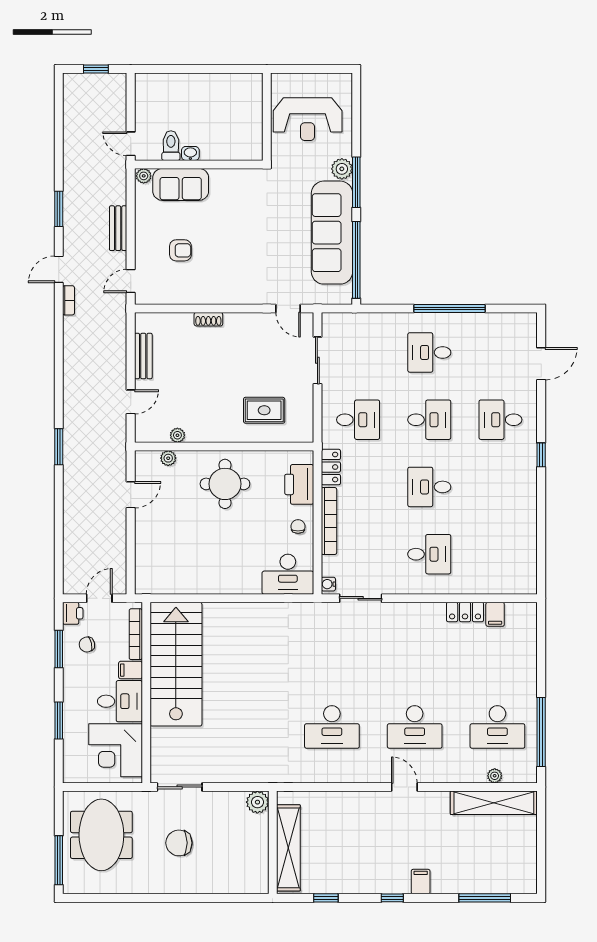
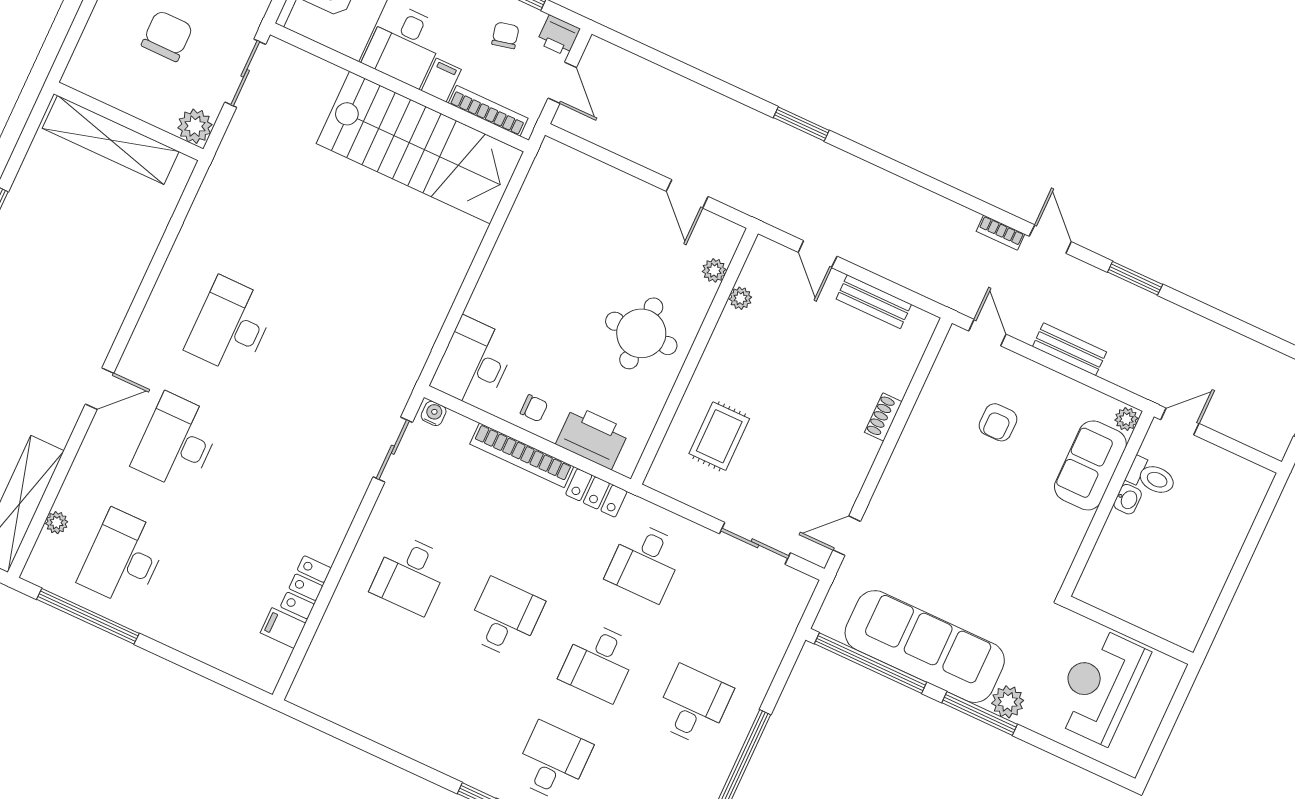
plant: (257, 802) -> (195, 126), moved
wall: (273, 842) -> (129, 121), moved
shelving: (288, 848) -> (111, 140), moved

